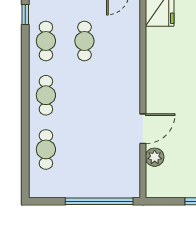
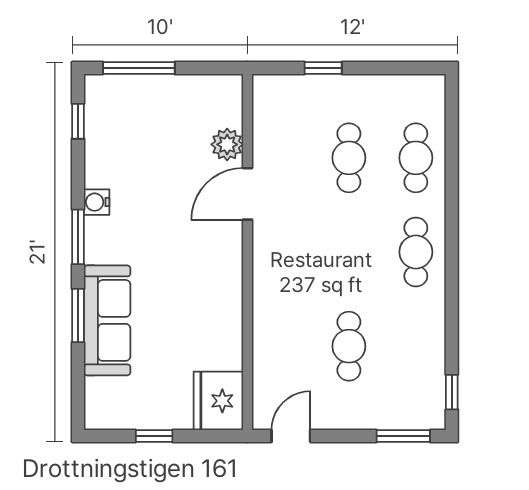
cafe table: (46, 41) -> (349, 158), moved
window: (99, 201) -> (323, 68), width x0.32

